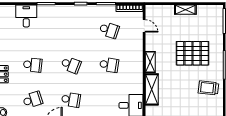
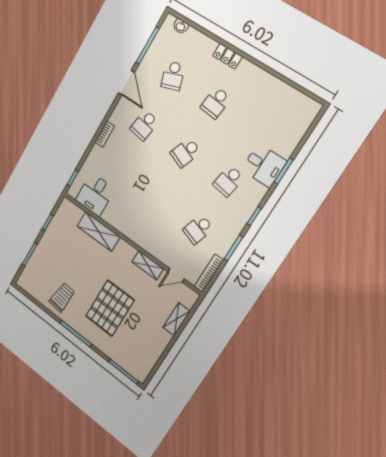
shelving: (185, 10) -> (177, 319), moved
desk: (26, 16) -> (264, 165), moved
shelving: (150, 62) -> (148, 265), moved
school desk: (109, 65) -> (228, 181), moved

